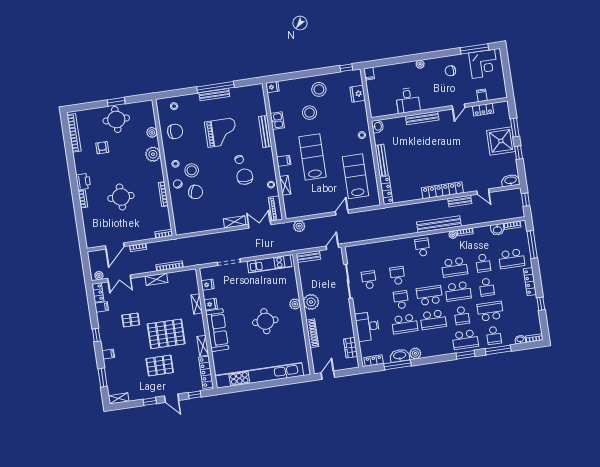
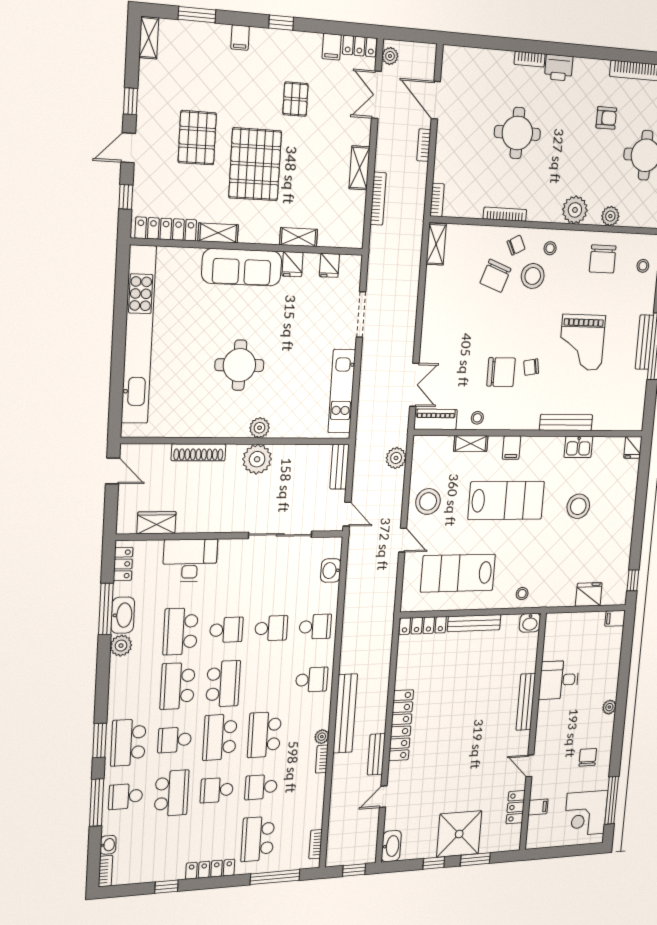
stool: (319, 89) -> (428, 501), moved
lab bench: (355, 176) -> (458, 573), turned 180
shelving: (235, 222) -> (436, 244), moved
washbasin: (497, 230) -> (331, 571), moved
school desk: (369, 280) -> (315, 627), moved

